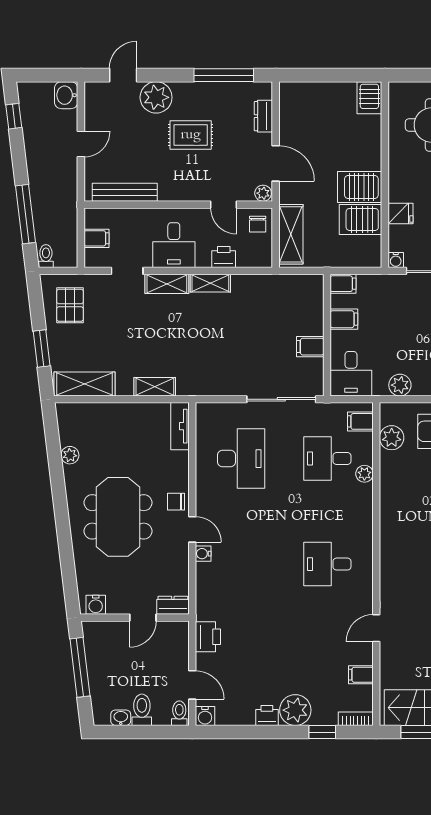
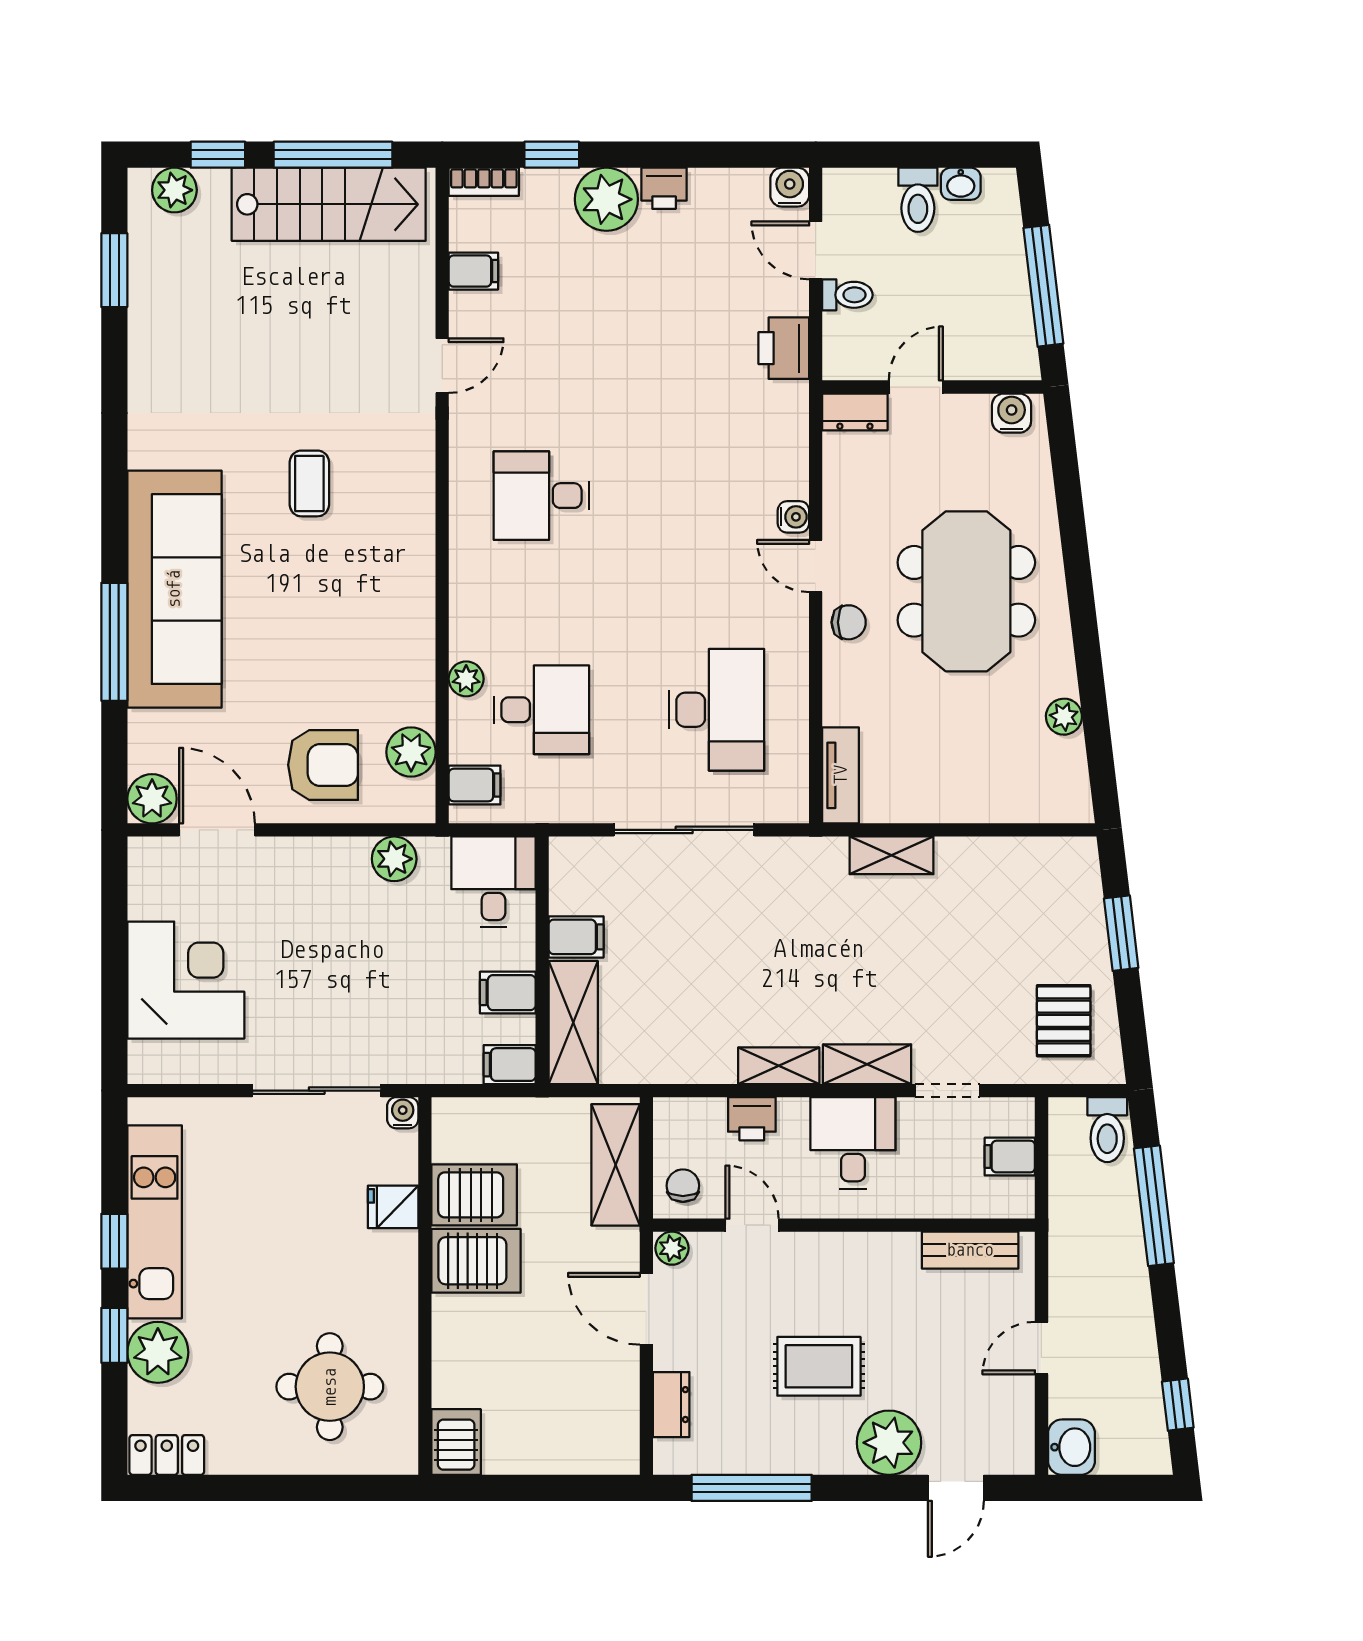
bench: (125, 192) -> (970, 1250), width x0.73
toilet: (46, 256) -> (1107, 1130), width x1.37, depth x1.39
shelving: (85, 384) -> (573, 1023), moved, turned 90
sliding door: (281, 399) -> (684, 830), moved
desk: (241, 459) -> (716, 710), turned 180
desk: (327, 564) -> (541, 496), turned 180
toilet: (179, 713) -> (847, 295), moved, turned -90

